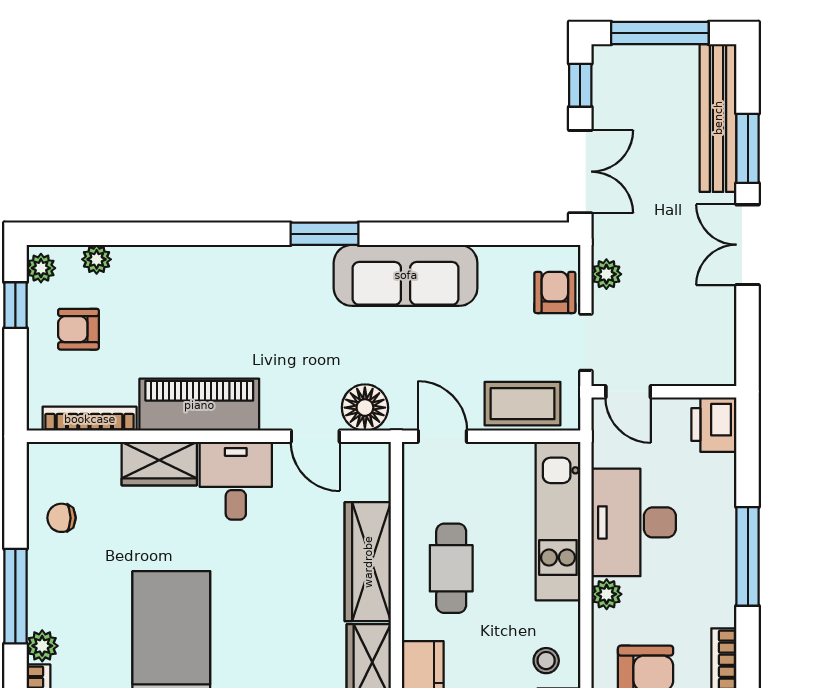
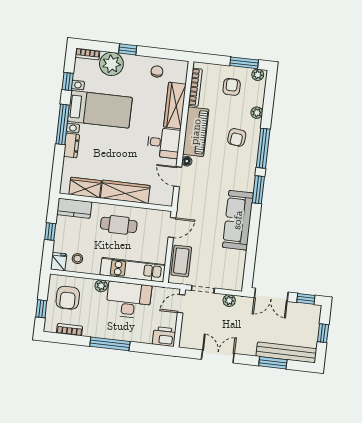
window: (660, 33) -> (323, 333), width x0.46
window: (221, 234) -> (263, 148), added
double door: (748, 245) -> (218, 356), moved
plant: (97, 259) -> (257, 113), moved
armchair: (555, 292) -> (237, 137), moved, turned 97
window: (15, 305) -> (244, 63), width x1.50
floor lamp: (365, 408) -> (187, 161), moved, width x0.53, depth x0.53
door: (315, 436) -> (178, 177), hinge flipped
wardrobe: (159, 464) -> (175, 106), width x1.50
window: (15, 596) -> (128, 49), width x0.46
plant: (42, 646) -> (111, 64), width x1.87, depth x1.87

